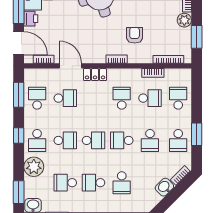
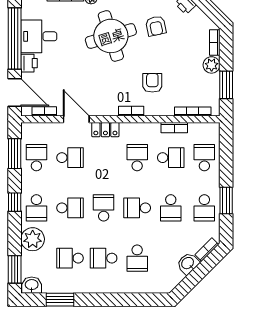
school desk: (94, 140) -> (104, 208), turned -90

